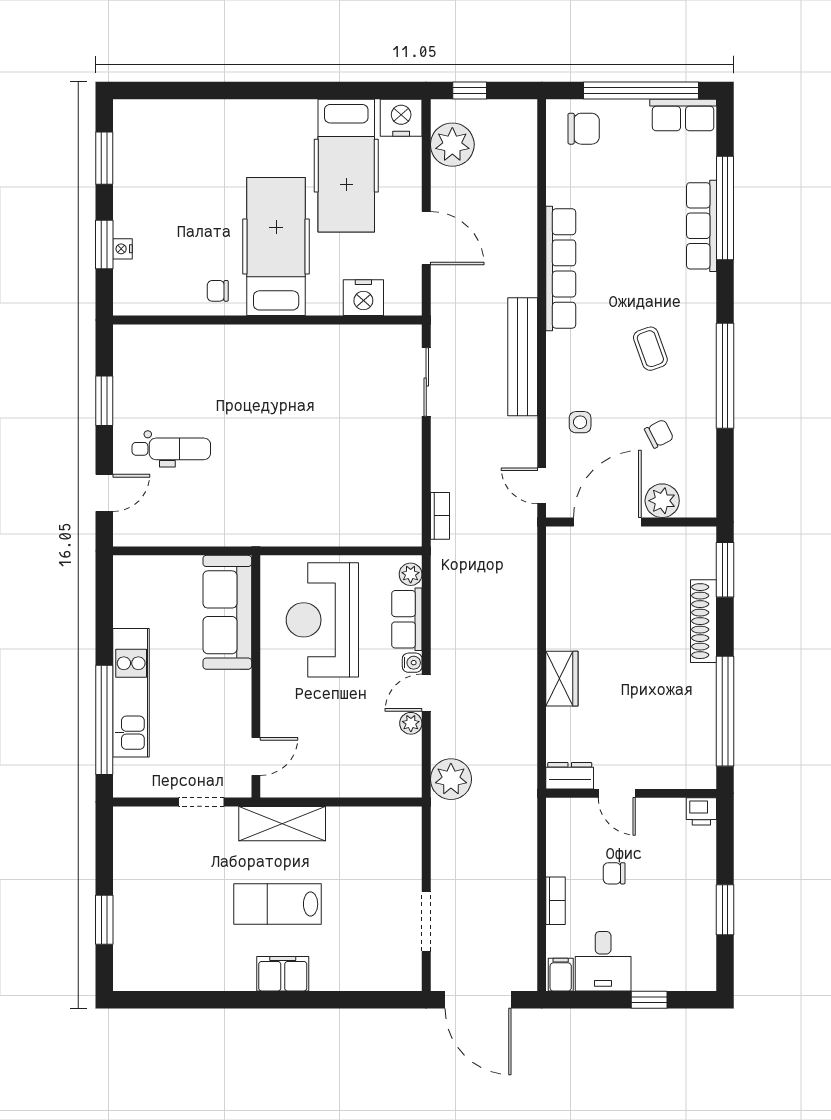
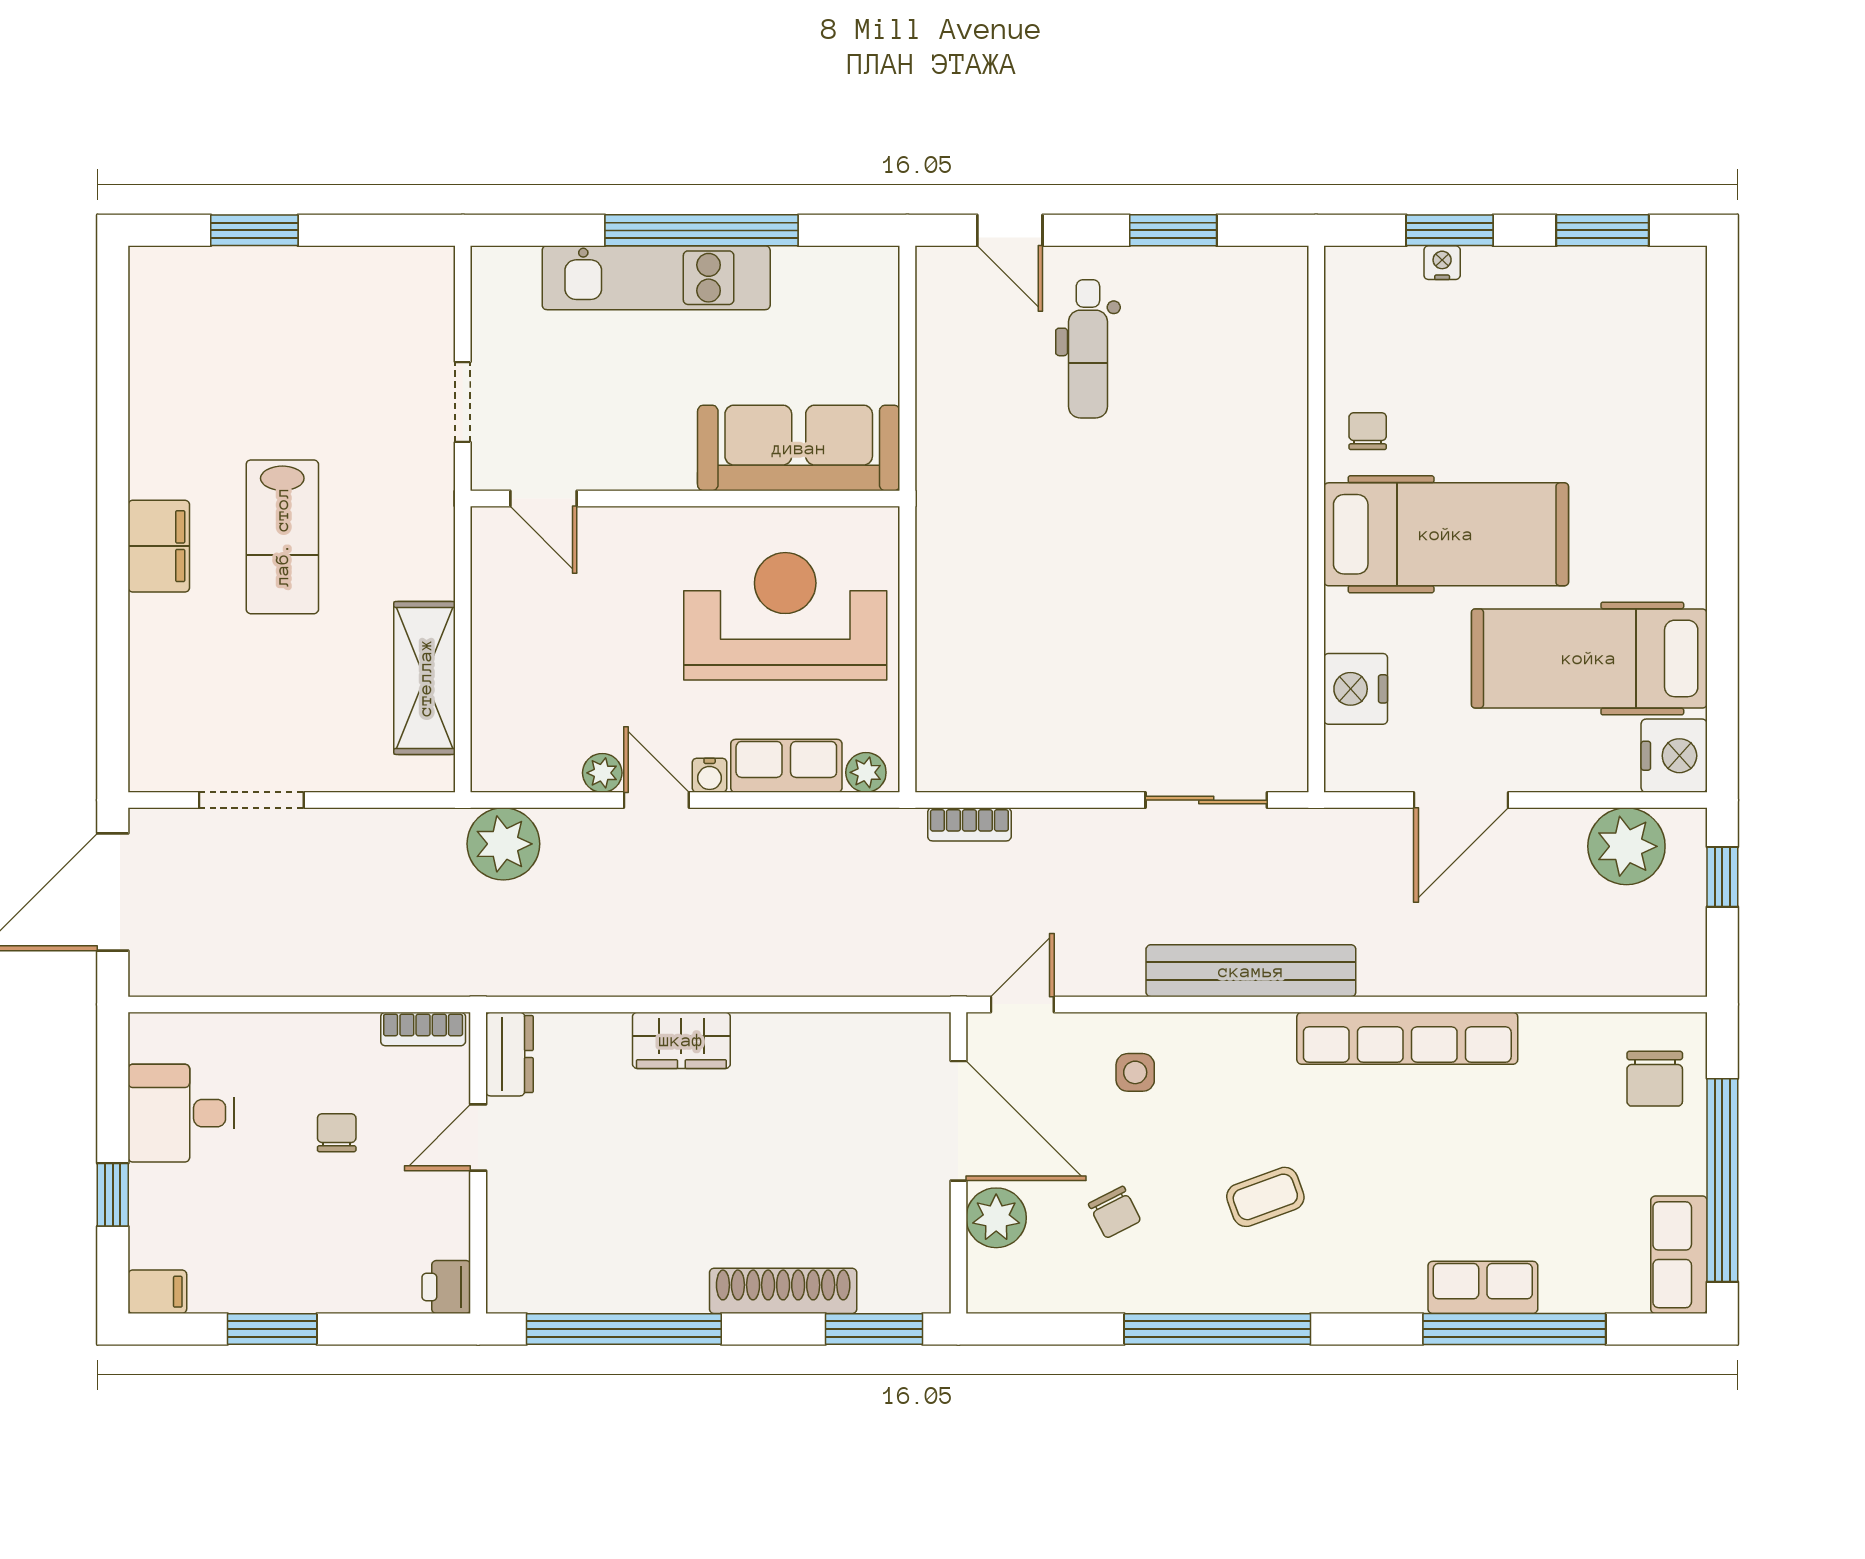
row of seats: (702, 226) -> (1483, 1287), width x0.68
window: (104, 720) -> (701, 230), moved
shelving: (282, 824) -> (425, 678), moved
bookcase: (556, 901) -> (423, 1029), moved
lab bench: (277, 904) -> (282, 537), turned 180
filing cabinet: (561, 975) -> (157, 1292), moved

